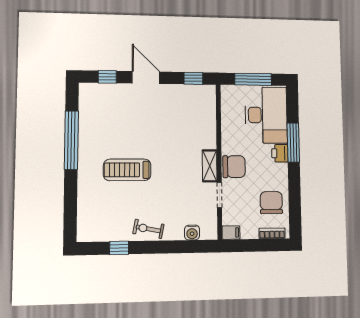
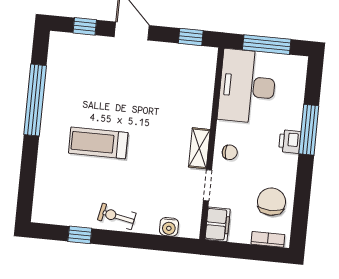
desk: (266, 115) -> (247, 86), moved, turned 180
chair: (234, 167) -> (230, 152), width x0.54, depth x0.54
filing cabinet: (231, 233) -> (218, 224), width x2.00

